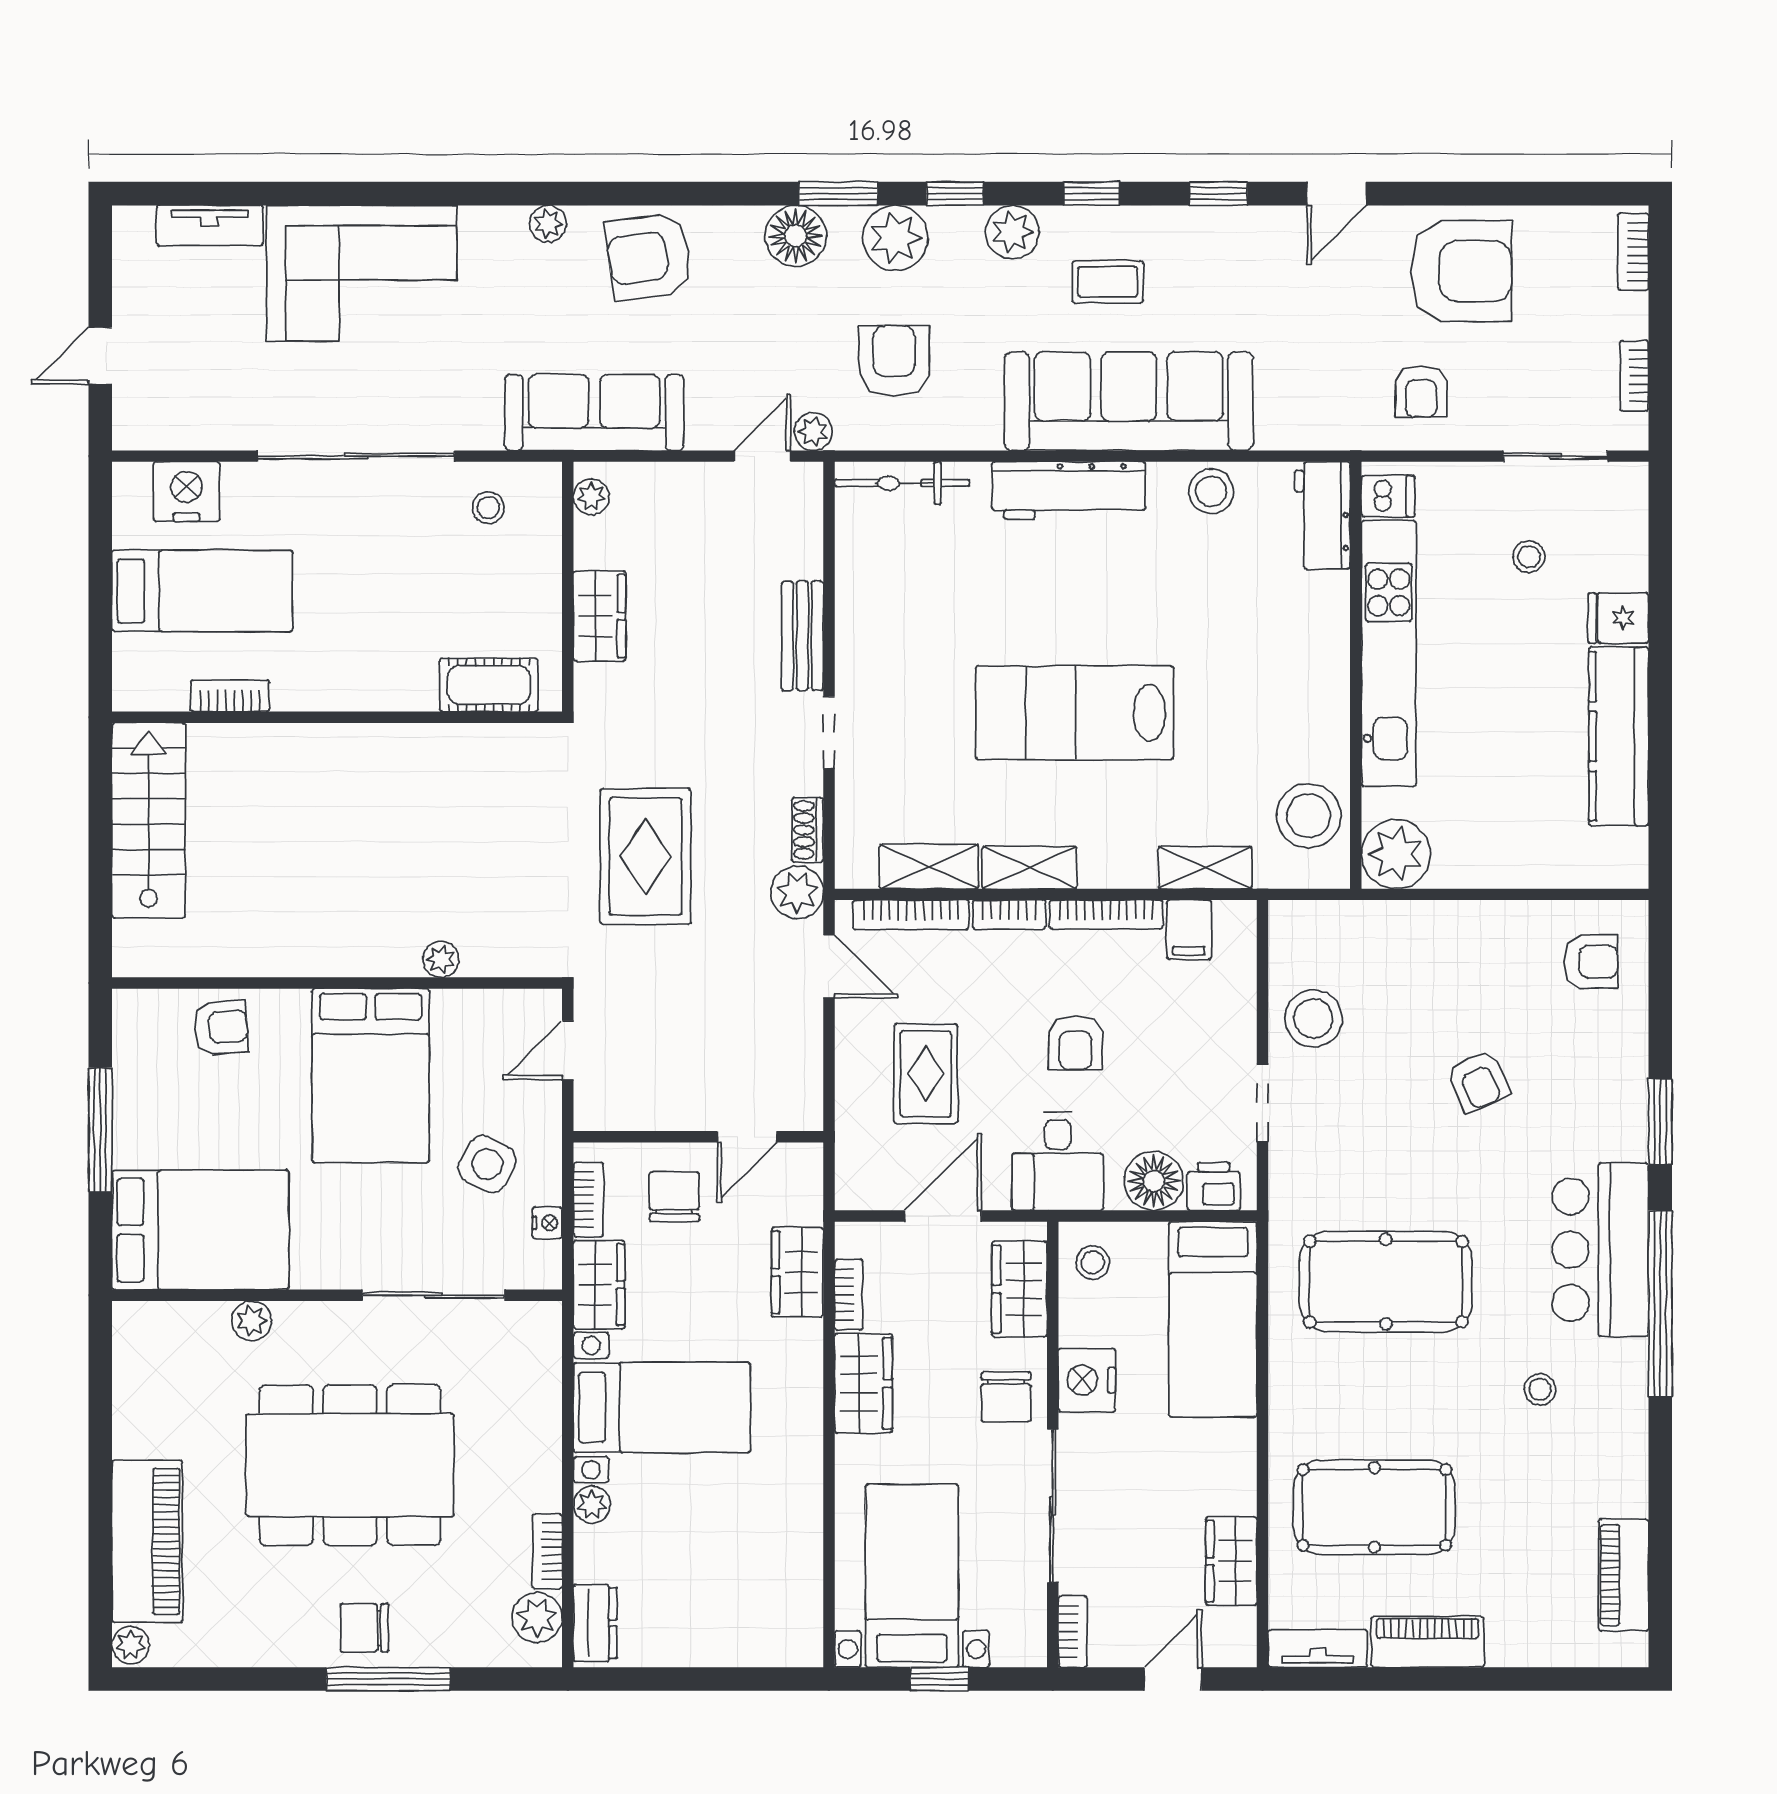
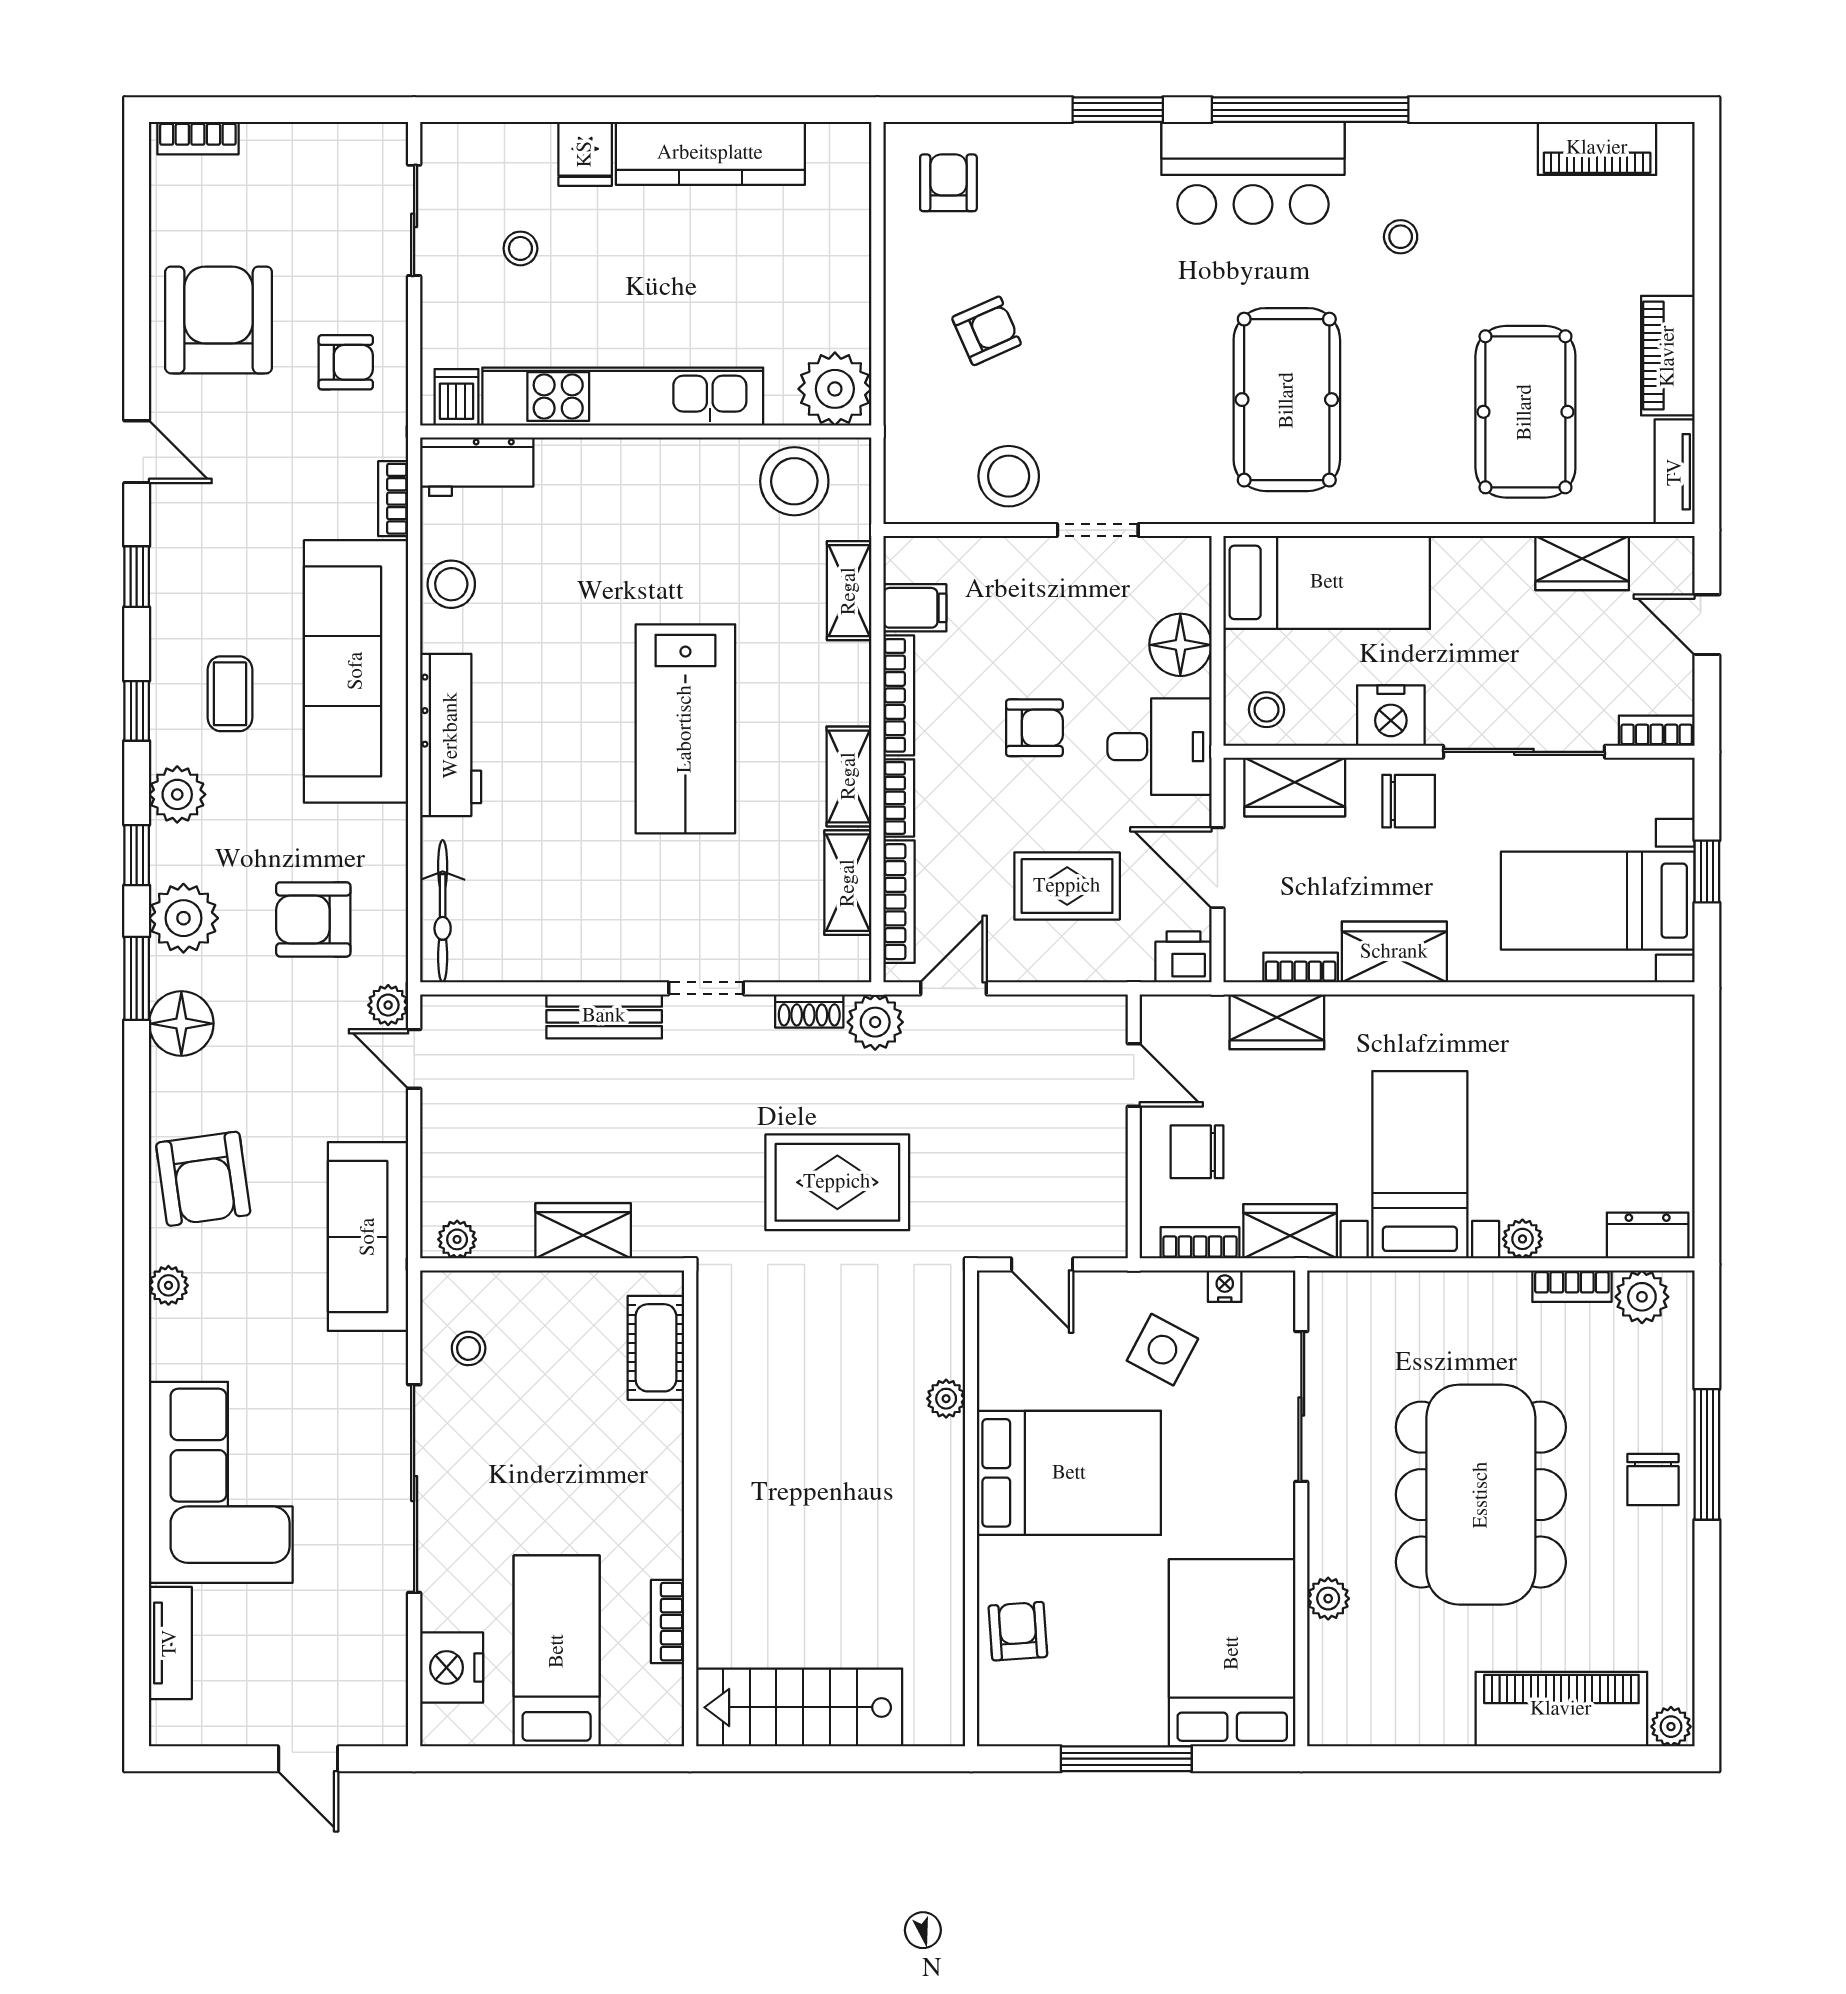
bookcase: (1634, 376) -> (393, 499), moved, turned 90
armchair: (1478, 1081) -> (987, 331), moved
printer: (1214, 1186) -> (1184, 957), moved, turned 90

